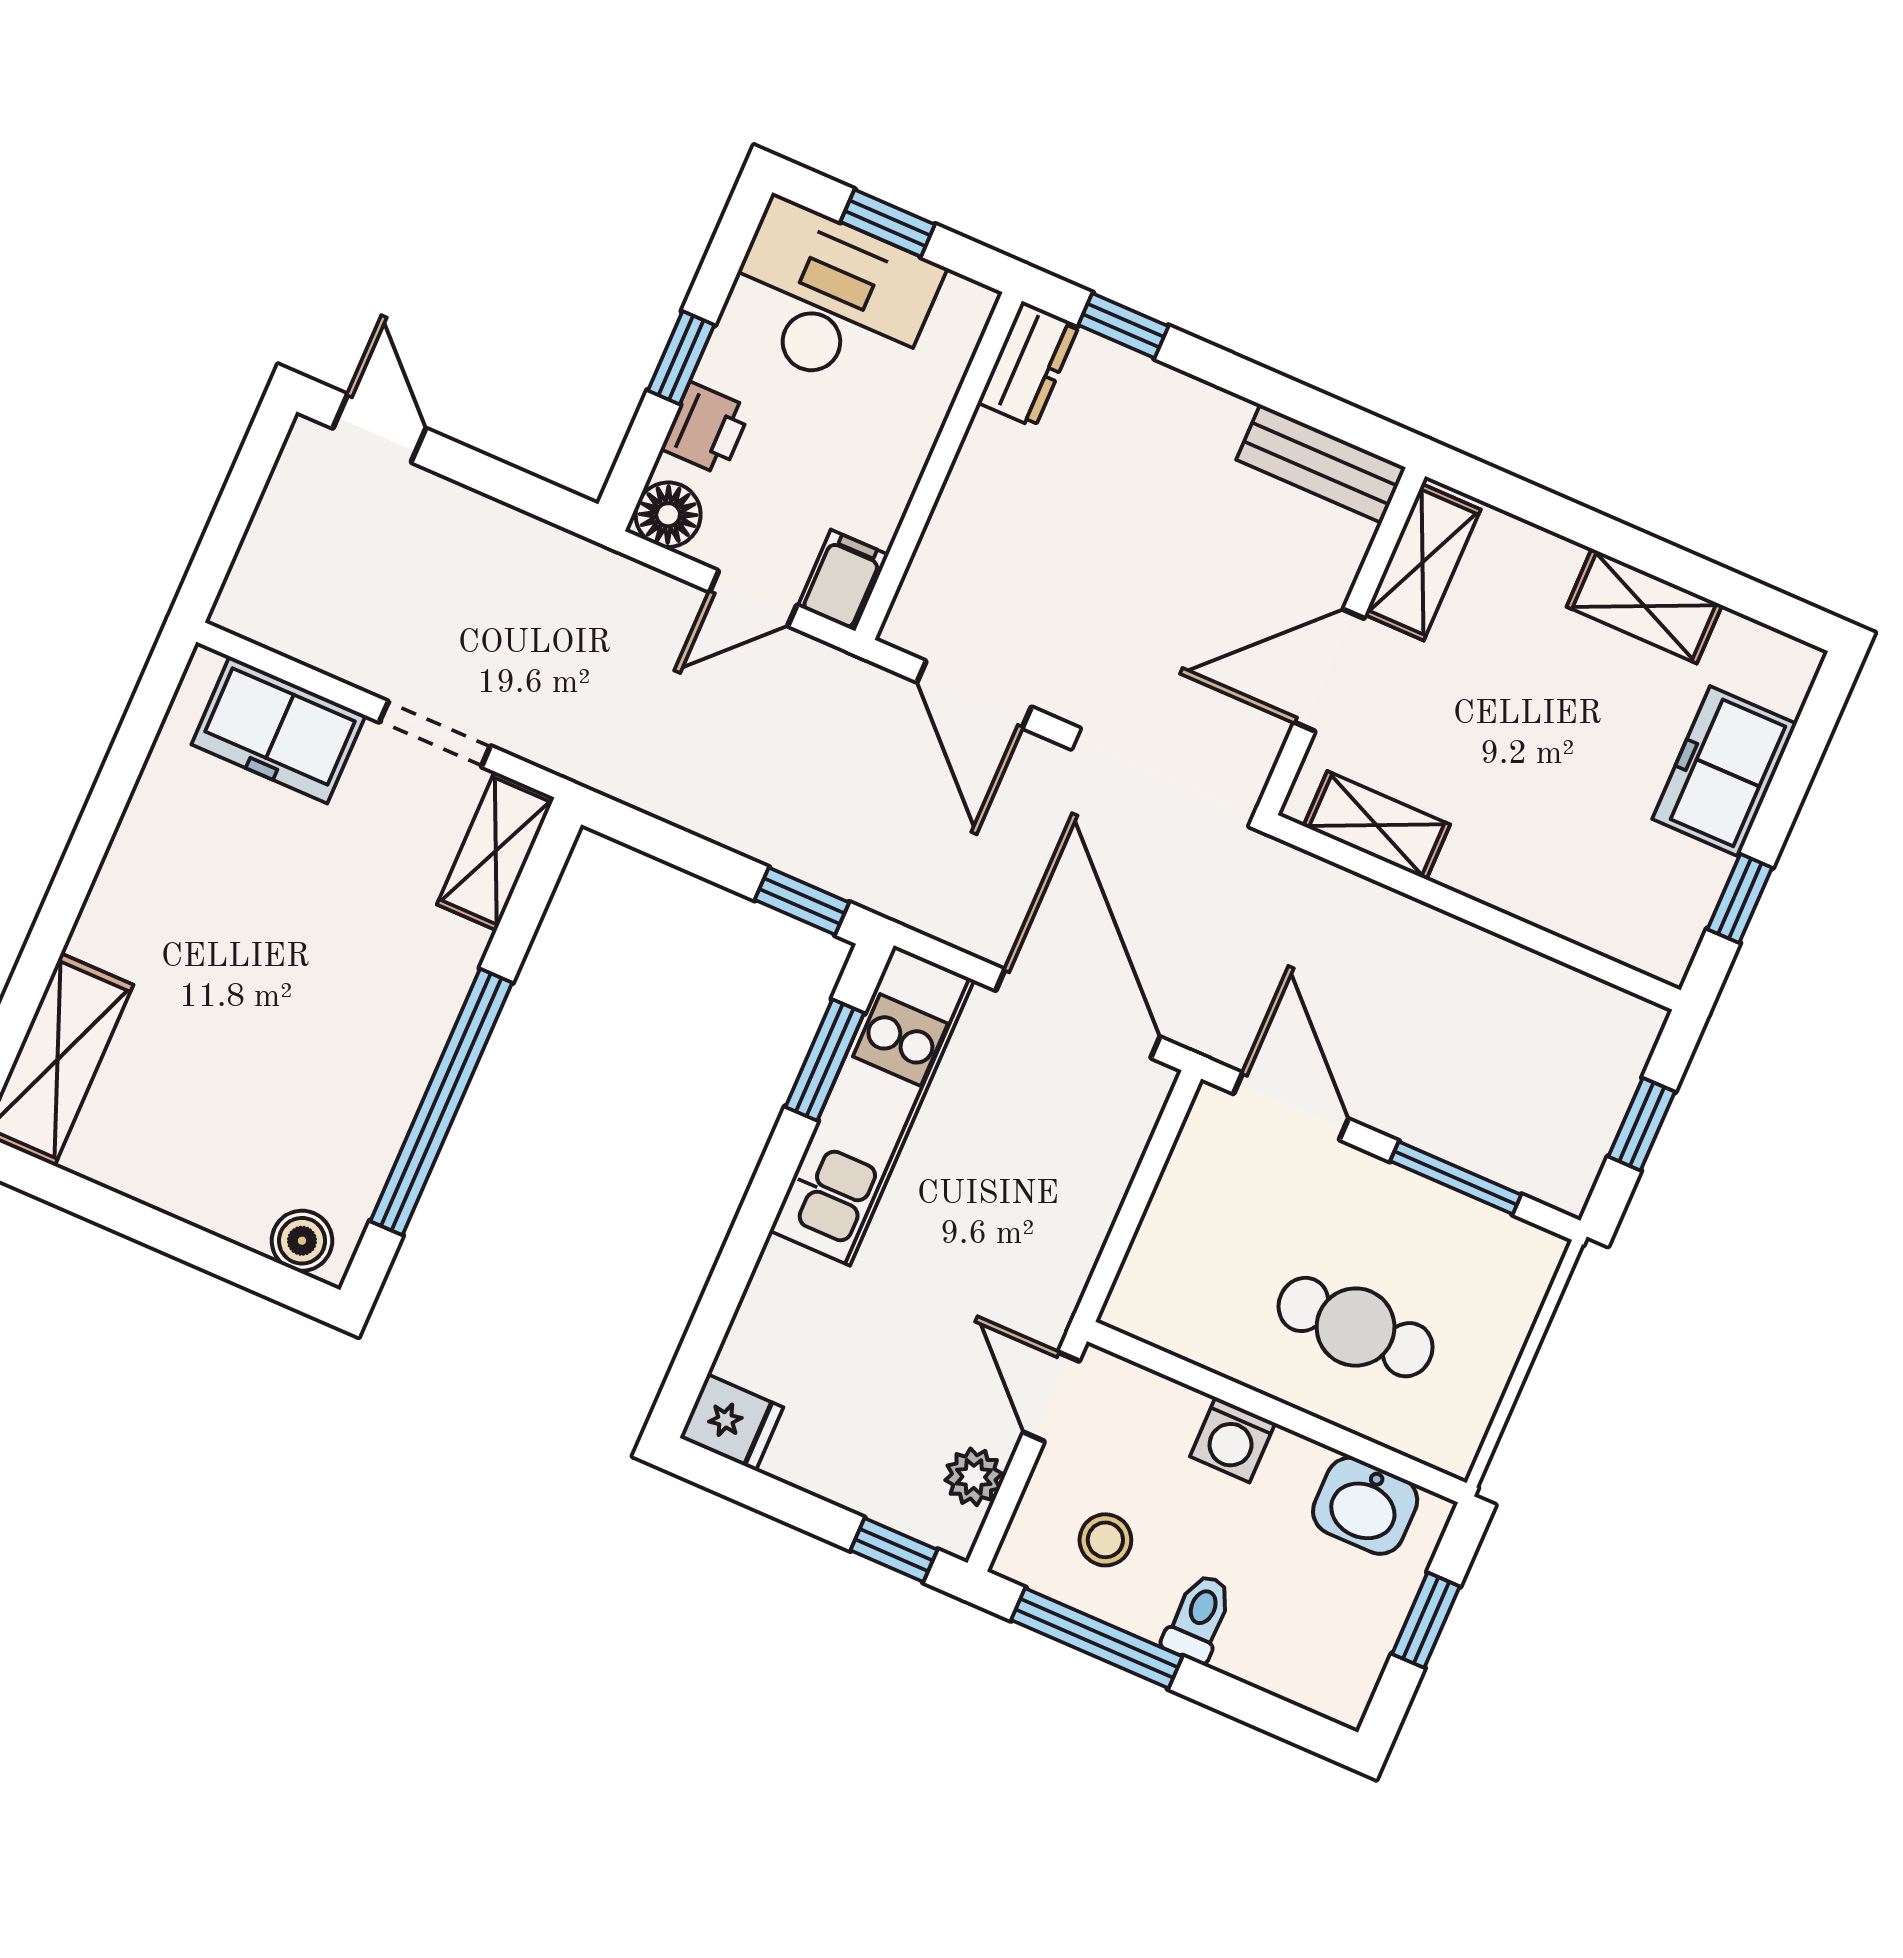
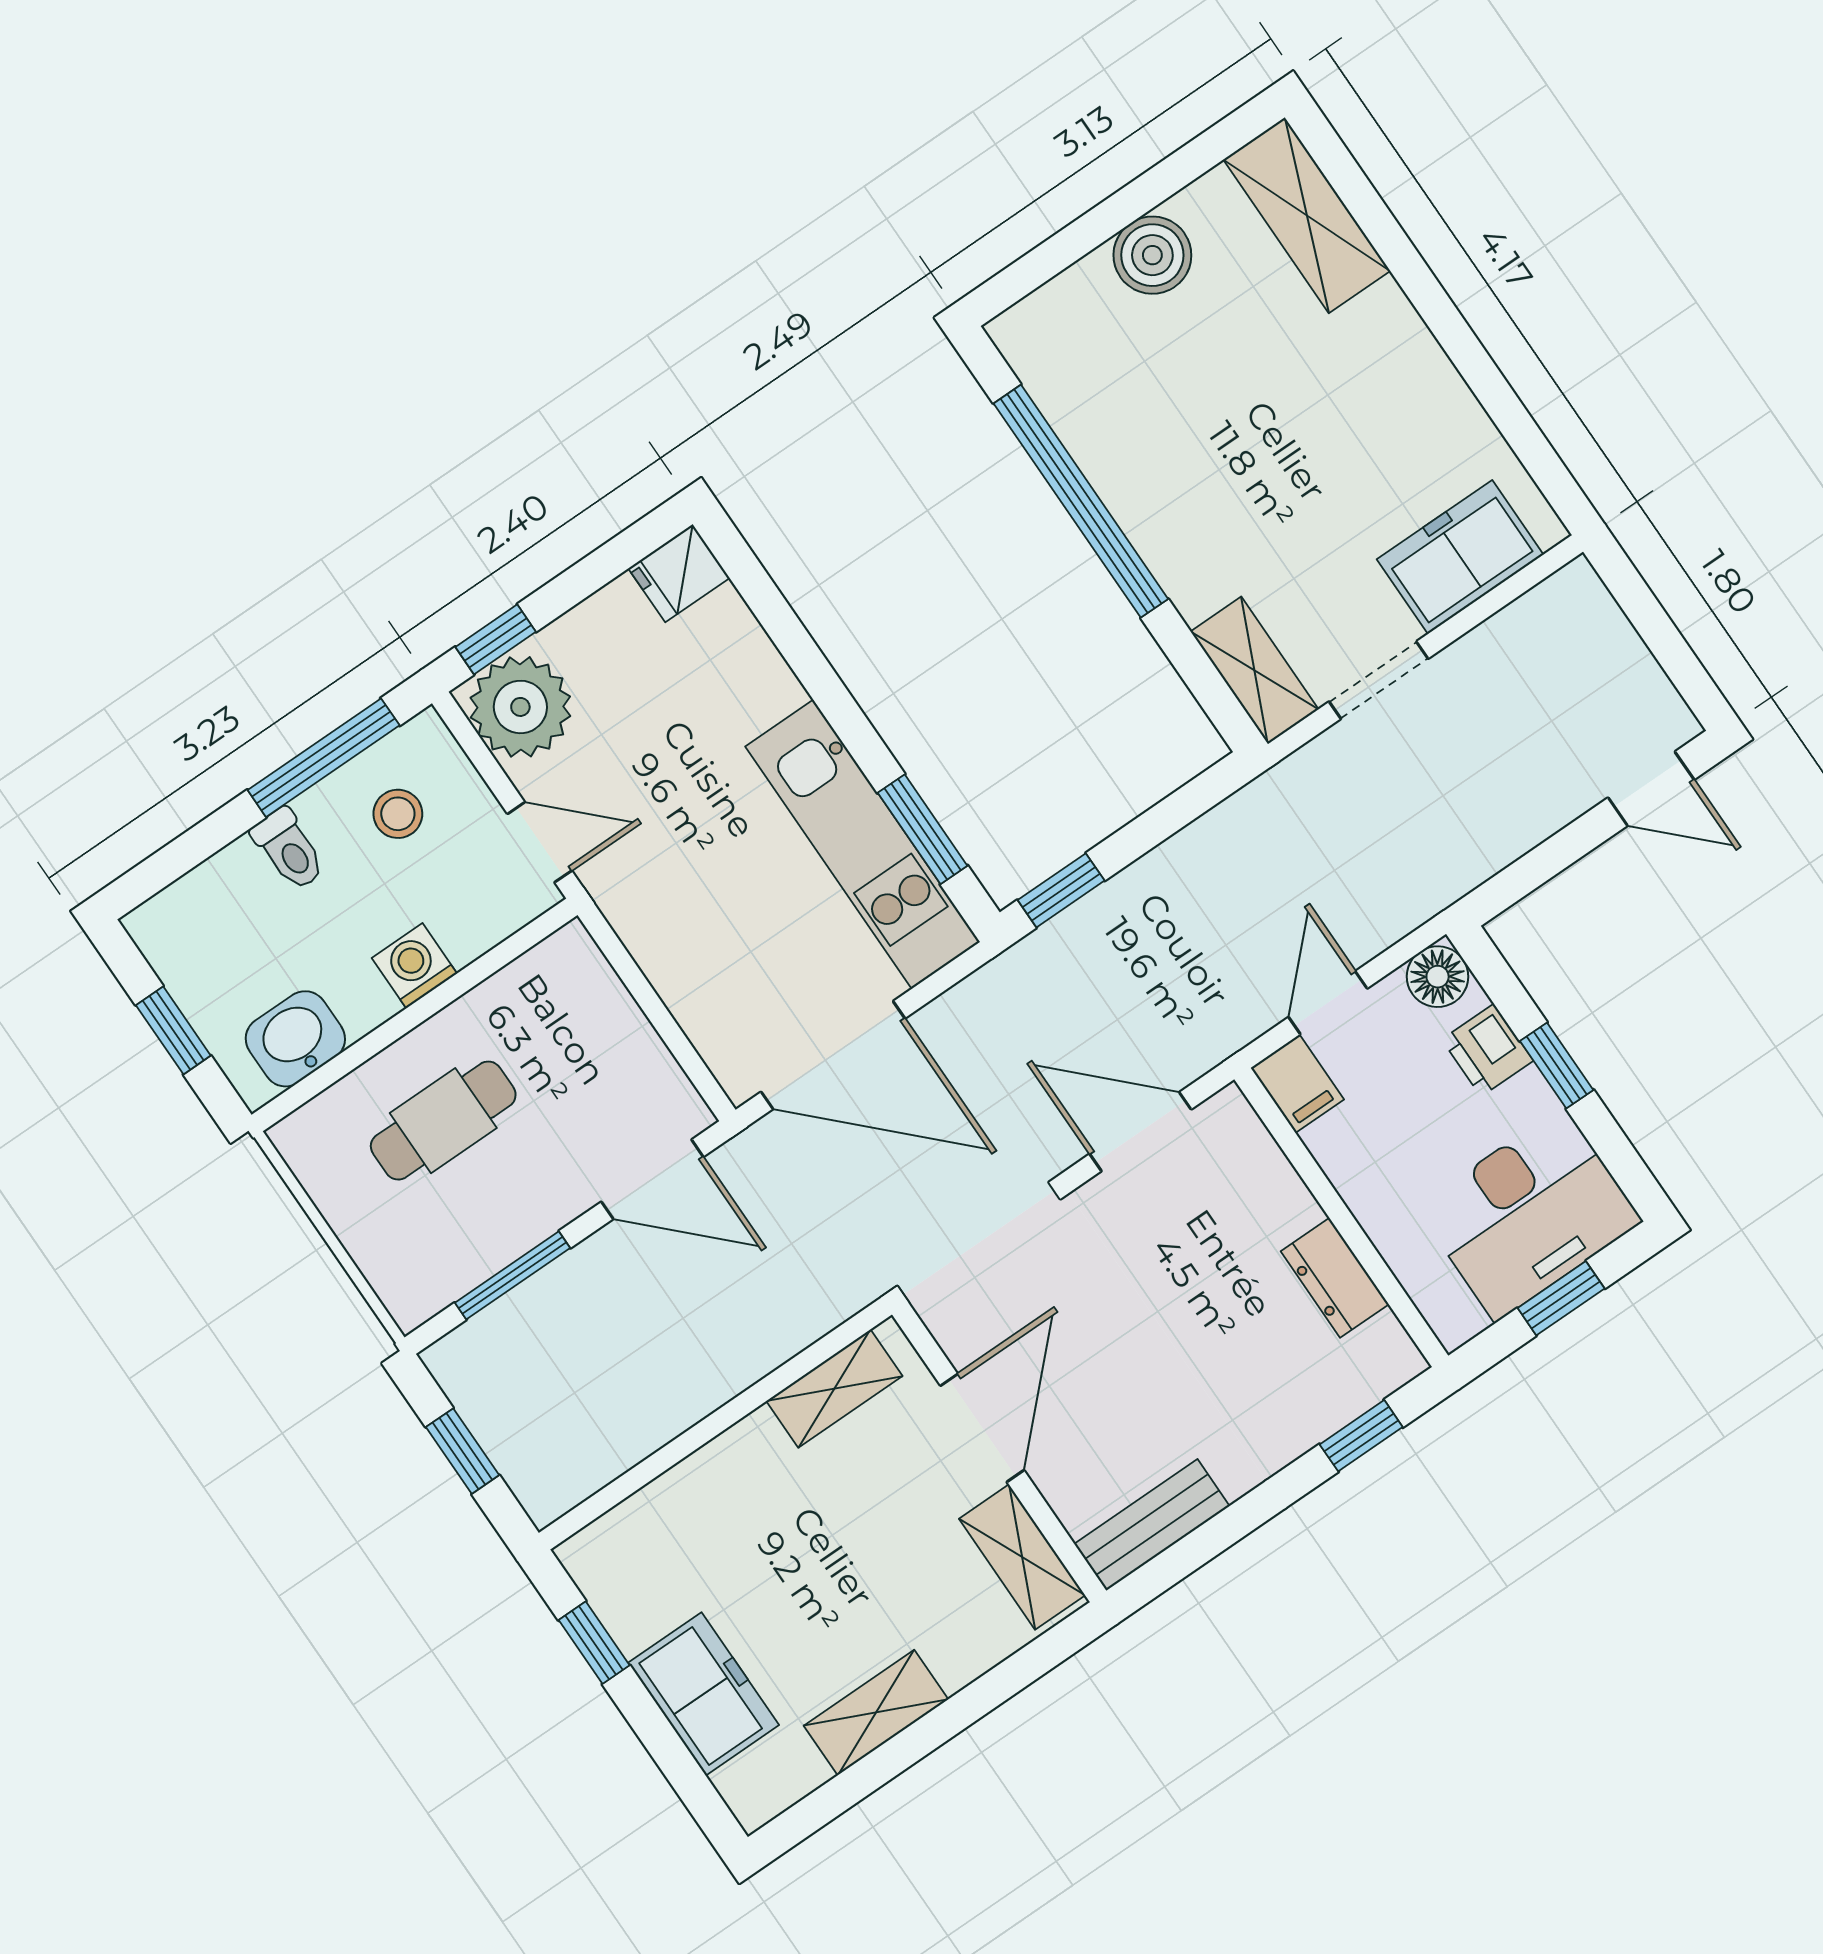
dresser: (1028, 364) -> (1335, 1278), moved
boiler: (302, 1241) -> (1152, 255), moved, width x1.36, depth x1.36
plant: (974, 1477) -> (520, 707), width x1.88, depth x1.88

